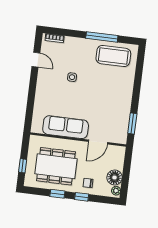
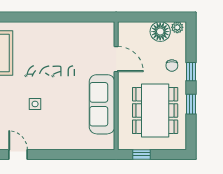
door: (36, 60) -> (18, 154), hinge flipped
window: (132, 123) -> (86, 17), removed
window: (23, 166) -> (141, 154), moved

